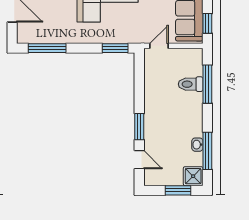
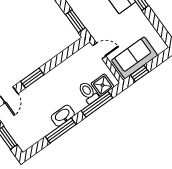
washbasin: (197, 145) -> (63, 116), moved, width x1.91, depth x1.45
window: (207, 151) -> (61, 130), moved
shower: (193, 176) -> (103, 85), moved

